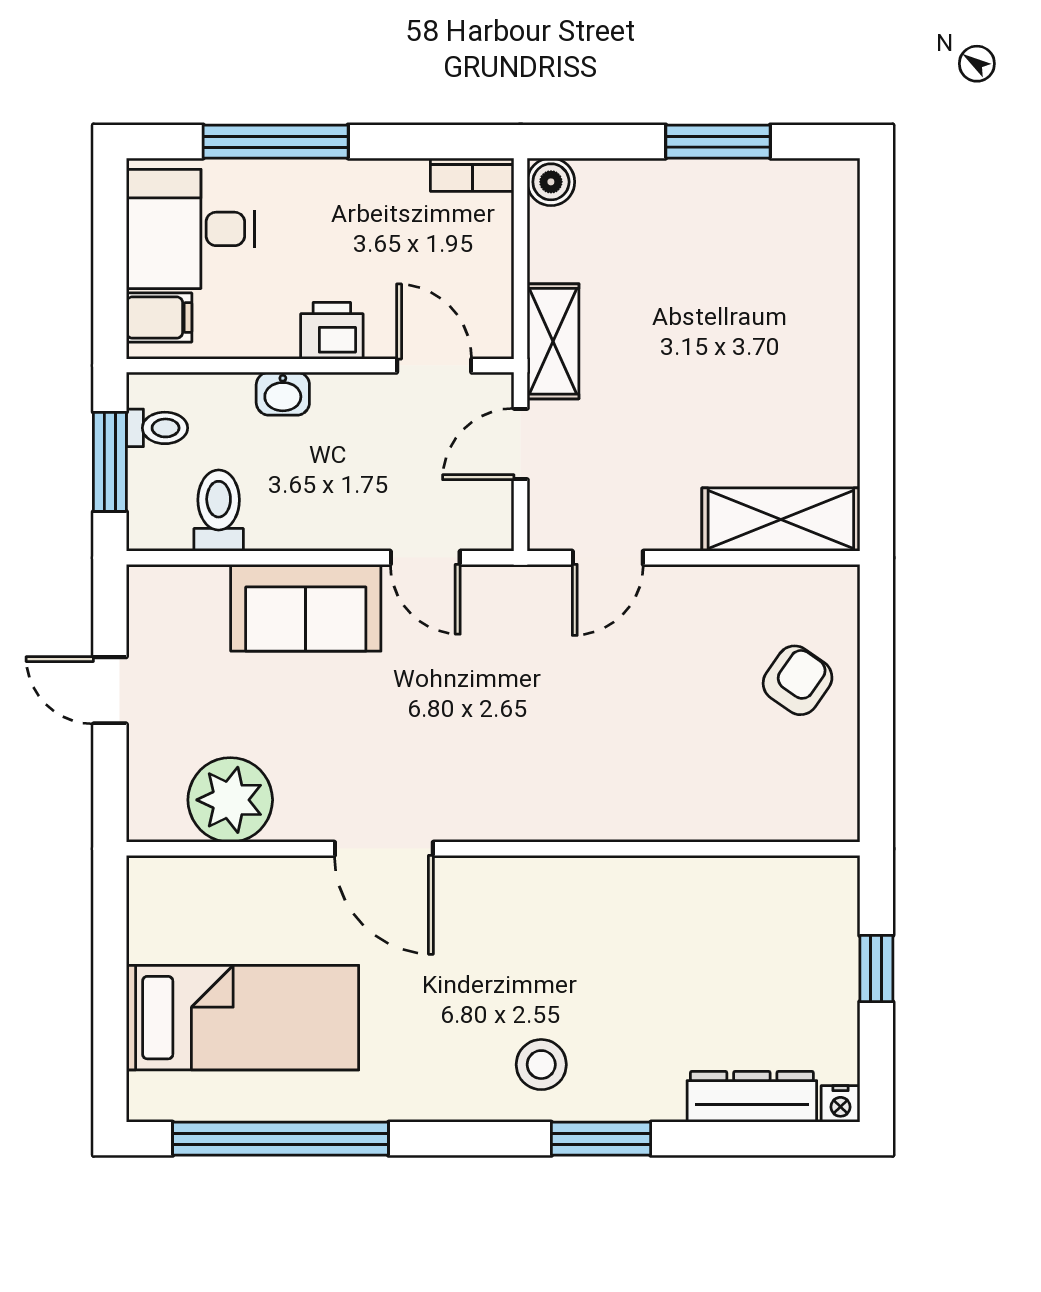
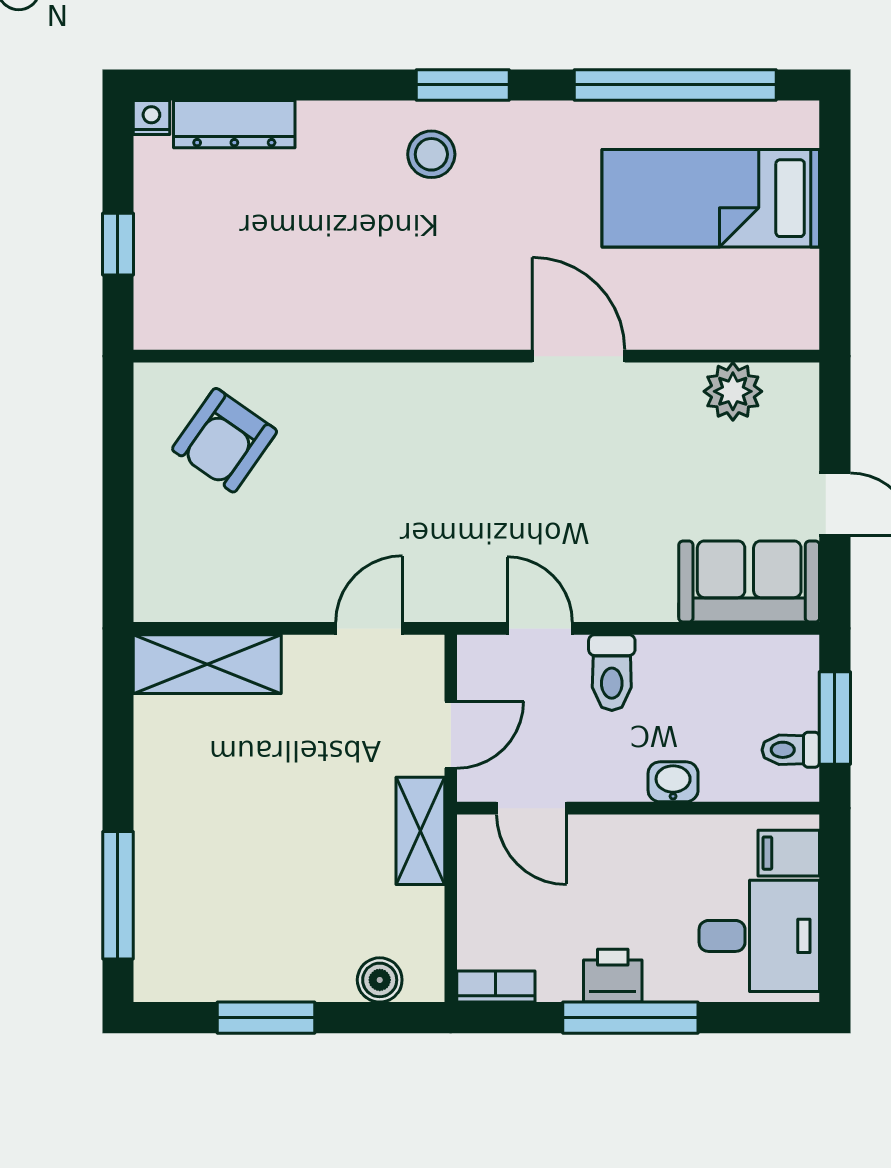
window: (276, 142) -> (630, 1018), moved
boiler: (551, 182) -> (380, 980), moved
window: (876, 272) -> (118, 895), added
printer: (332, 331) -> (613, 976), moved, turned 180
toilet: (219, 511) -> (612, 673), moved
sofa: (306, 608) -> (749, 582), moved
armchair: (798, 680) -> (225, 440), moved, width x1.38, depth x1.38
plant: (230, 800) -> (733, 391), width x0.73, depth x0.73
window: (601, 1139) -> (463, 85), moved

